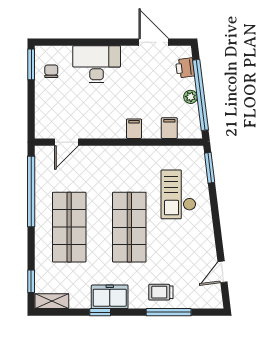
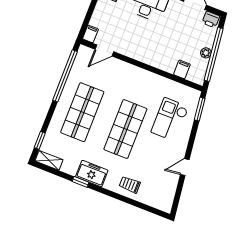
printer: (185, 68) -> (211, 19), moved, turned -83
filing cabinet: (134, 129) -> (90, 34), moved
door: (223, 272) -> (185, 167), moved
window: (169, 312) -> (130, 201), removed

